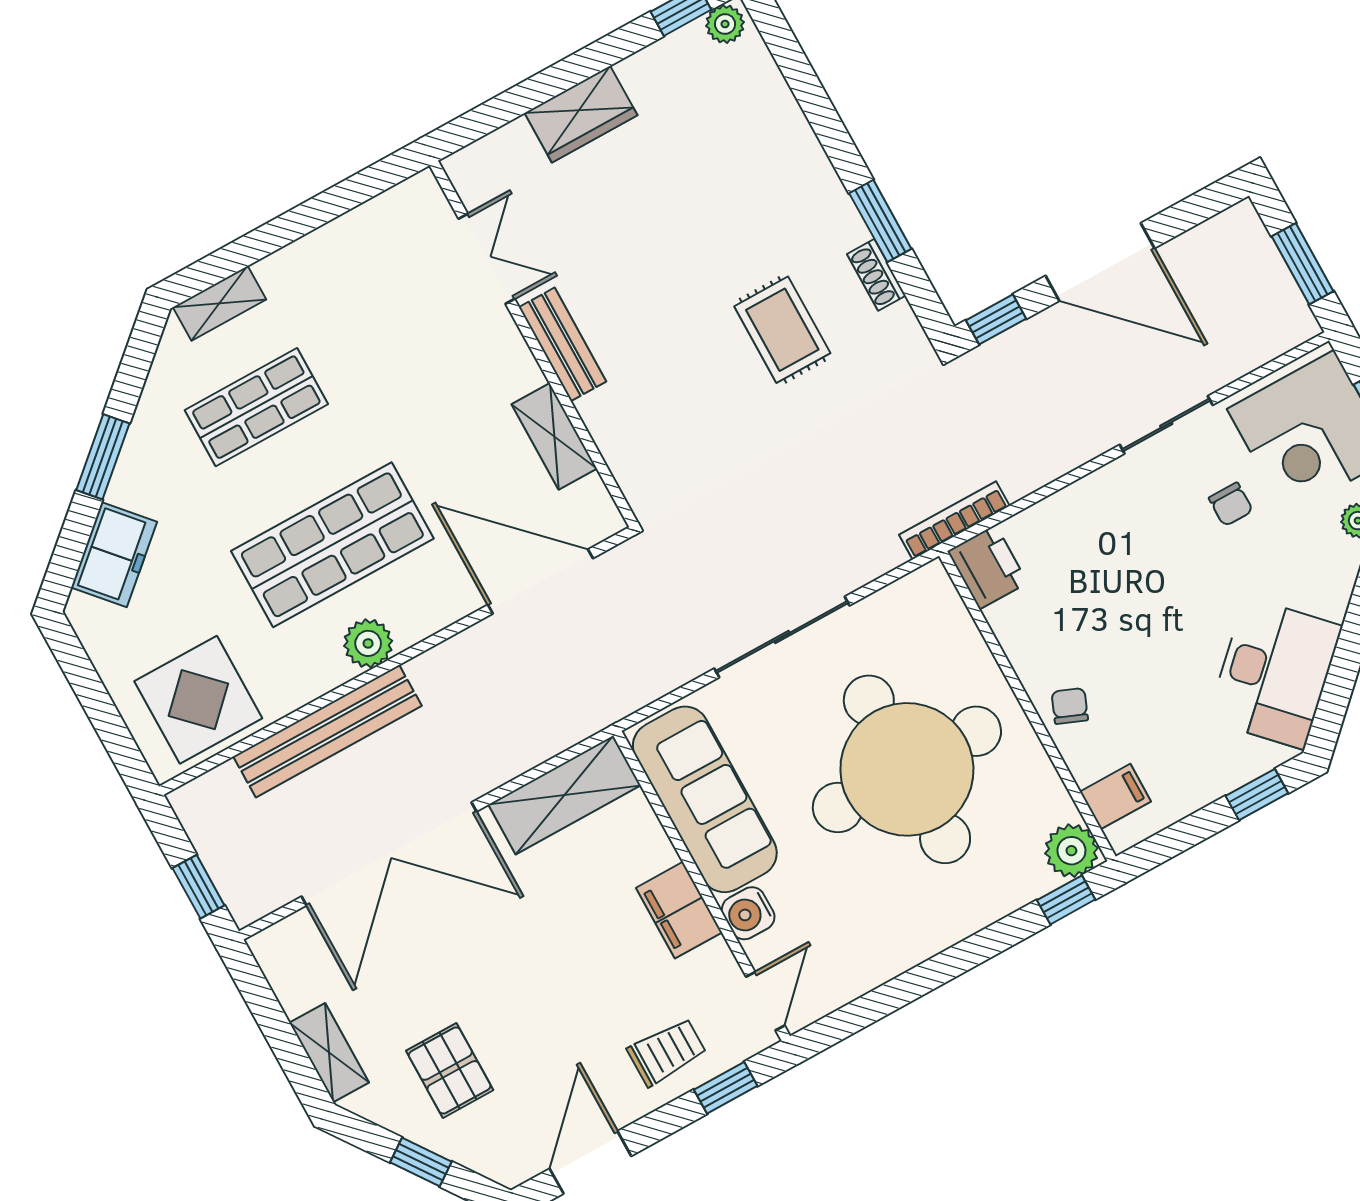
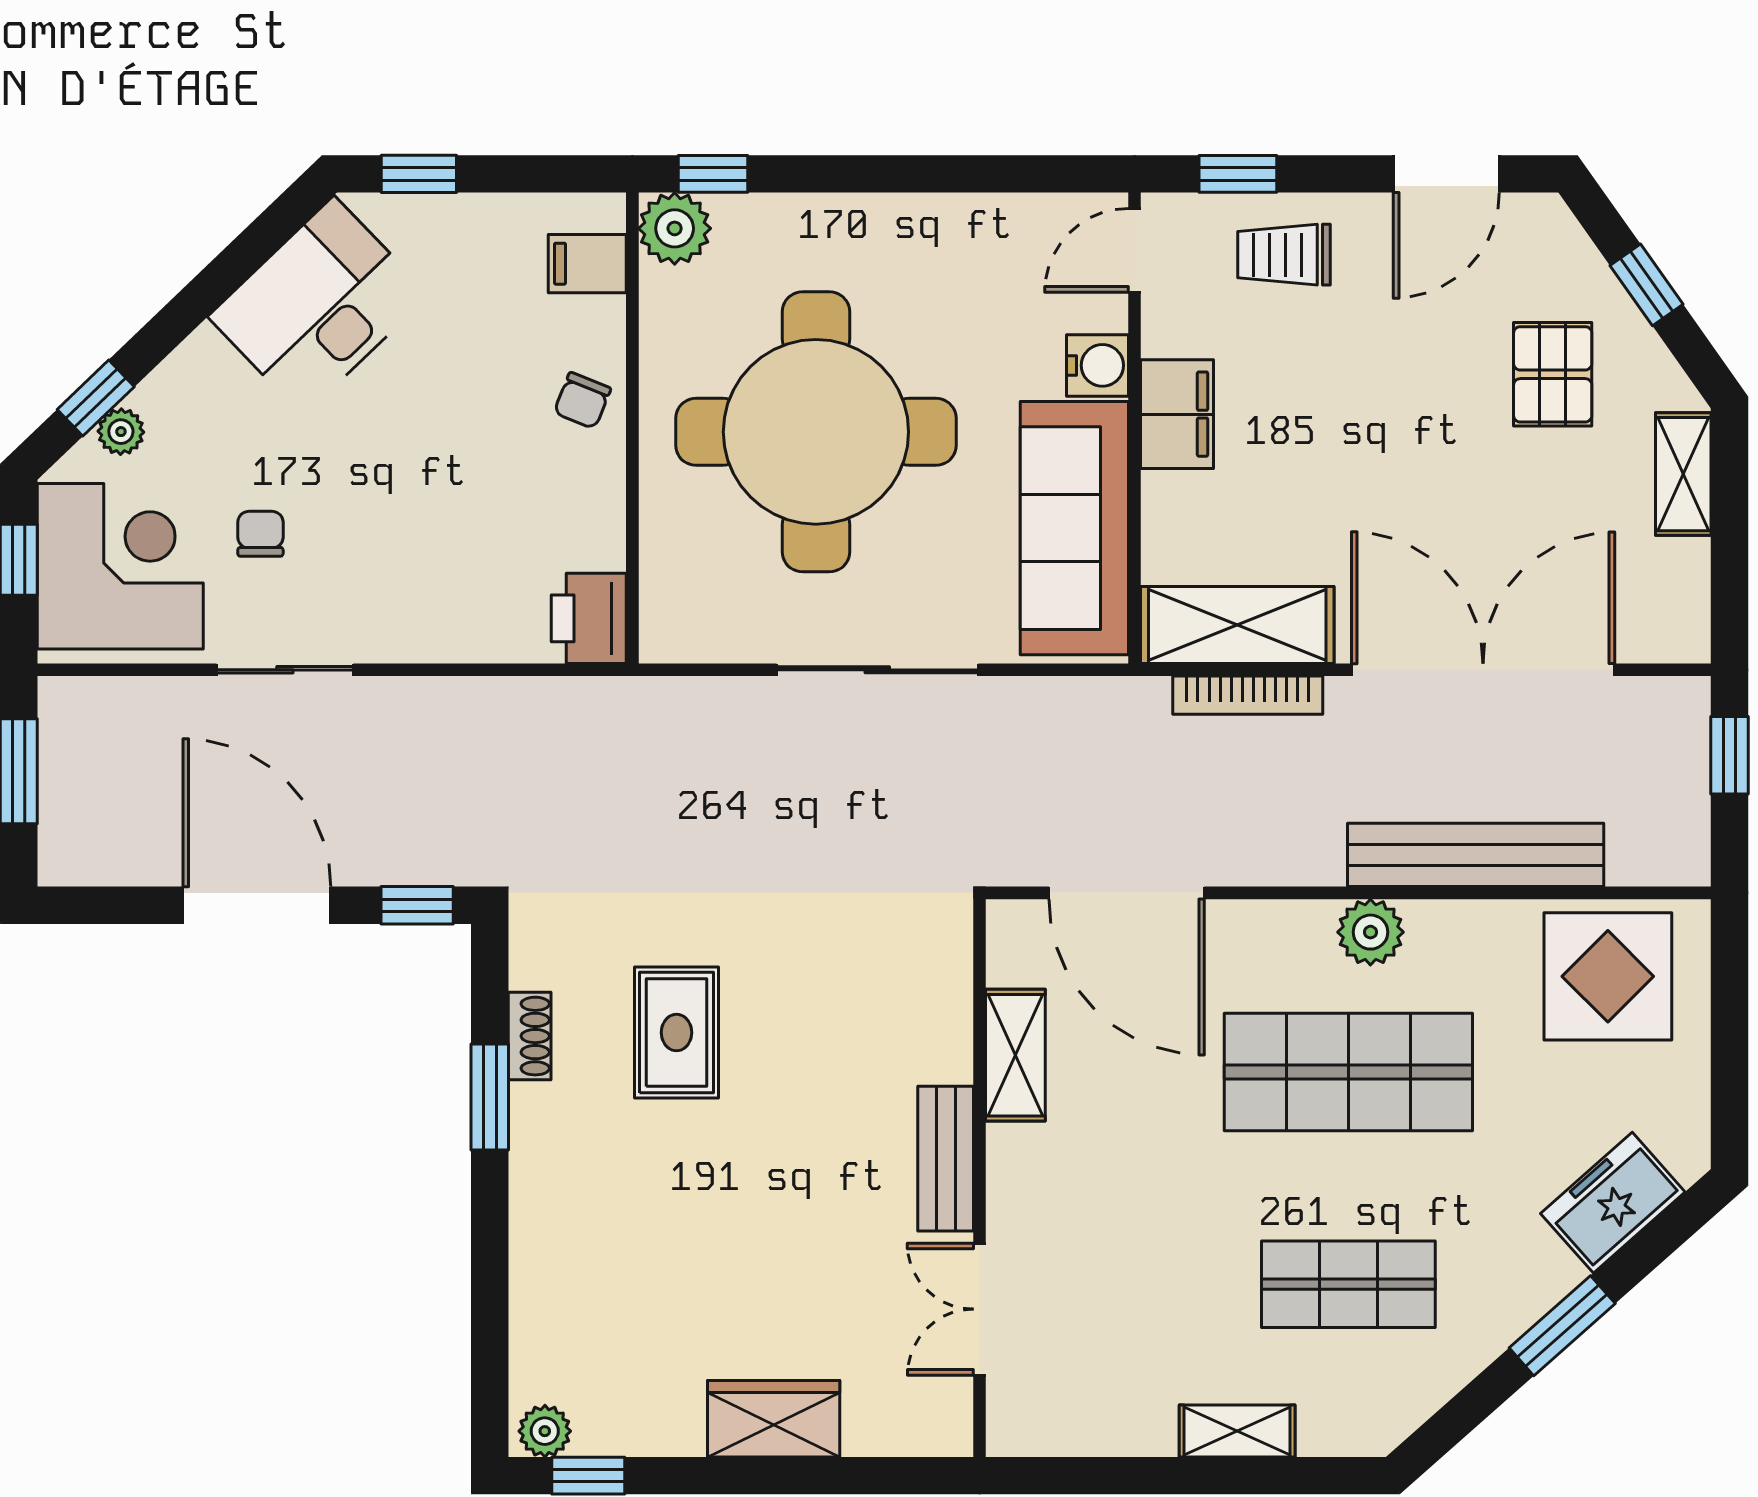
shelving: (219, 303) -> (1237, 1431), moved
bookcase: (954, 520) -> (1248, 695), moved

